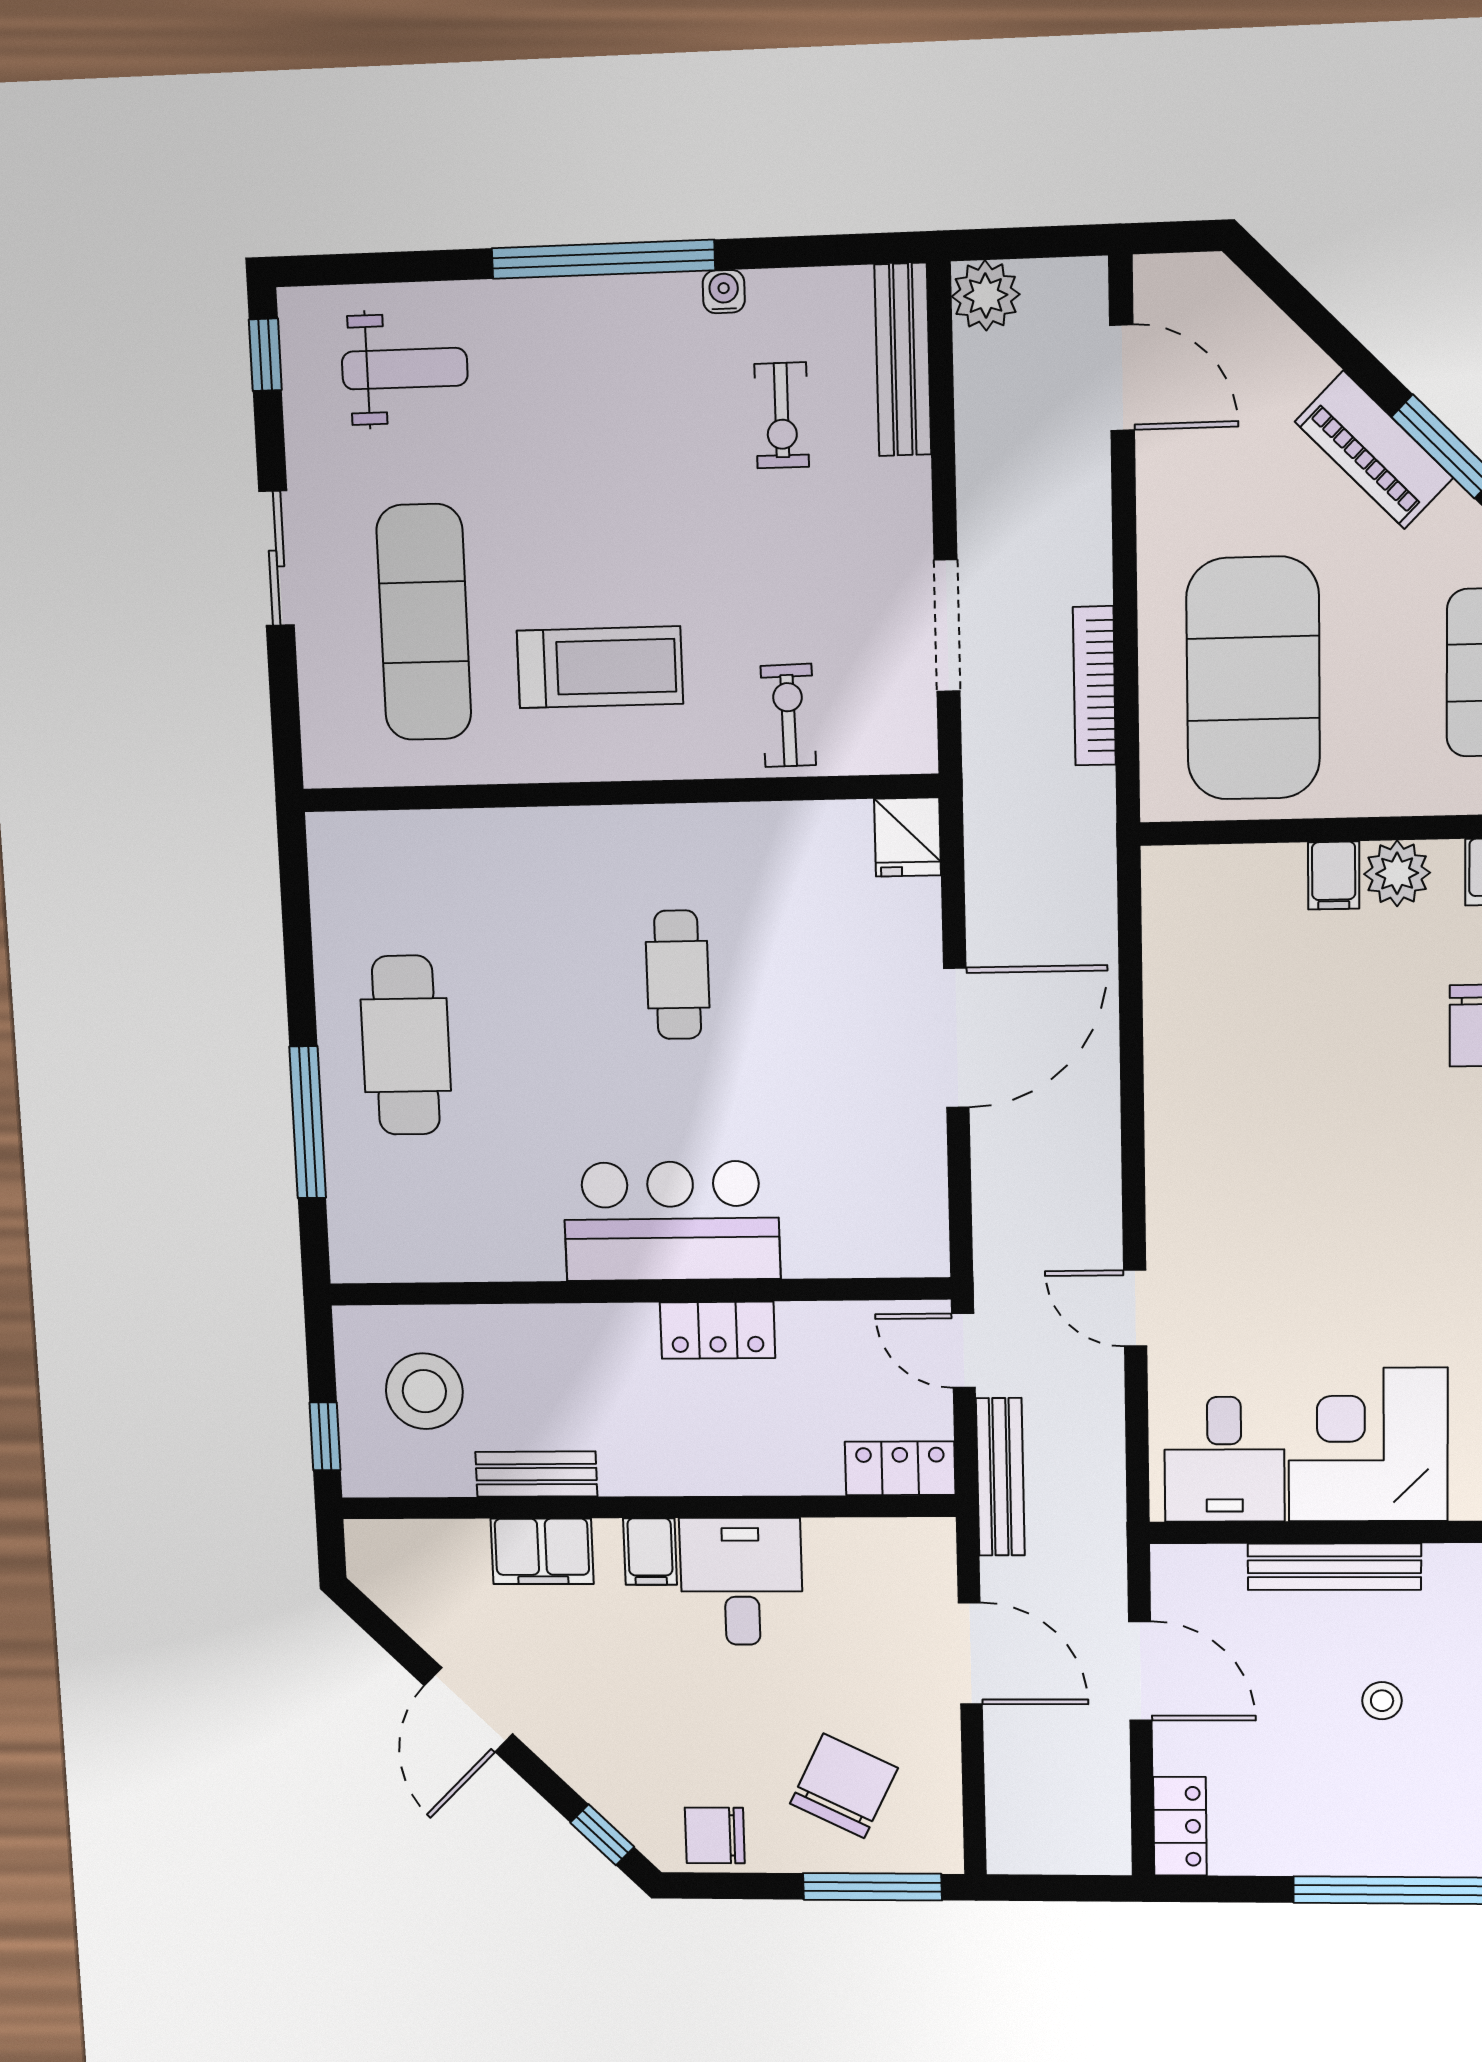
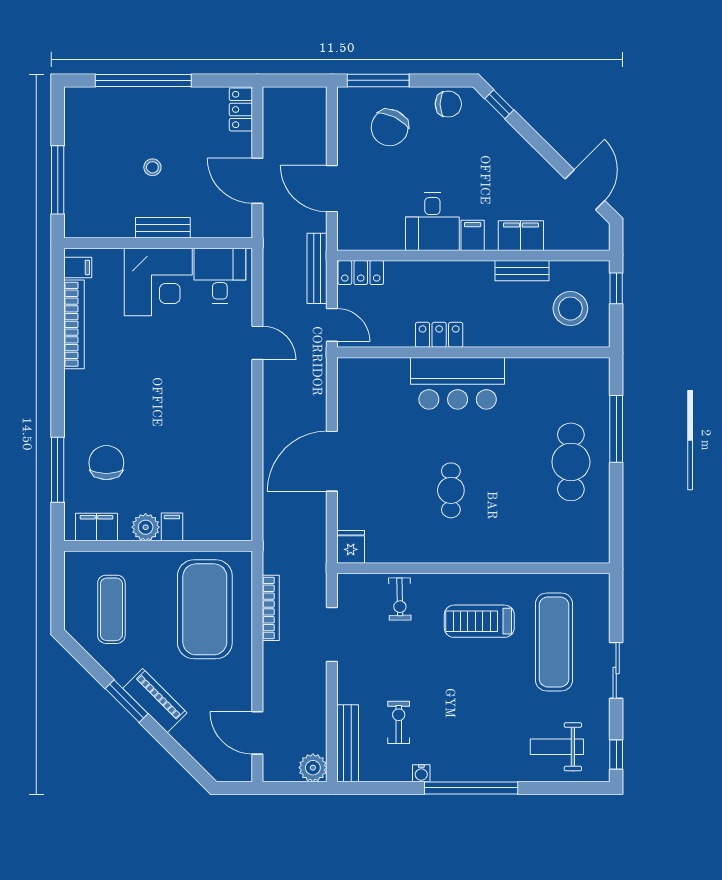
bench: (1334, 1567) -> (163, 228), width x0.73
door: (468, 1710) -> (585, 190), moved

